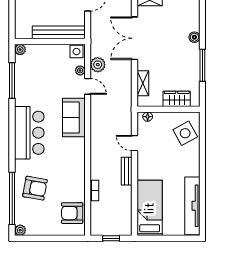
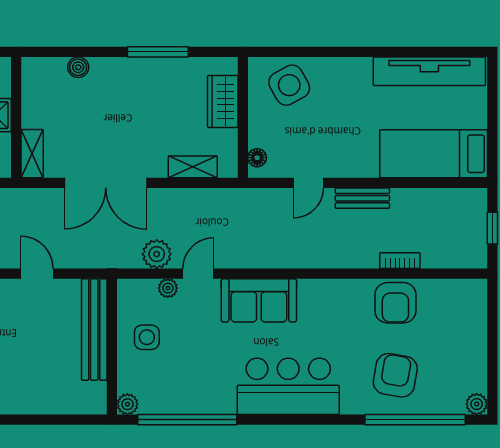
boiler: (194, 37) -> (78, 67), moved
side table: (76, 52) -> (147, 337), moved
window: (12, 81) -> (187, 420), width x1.46
armchair: (72, 213) -> (395, 303), moved

